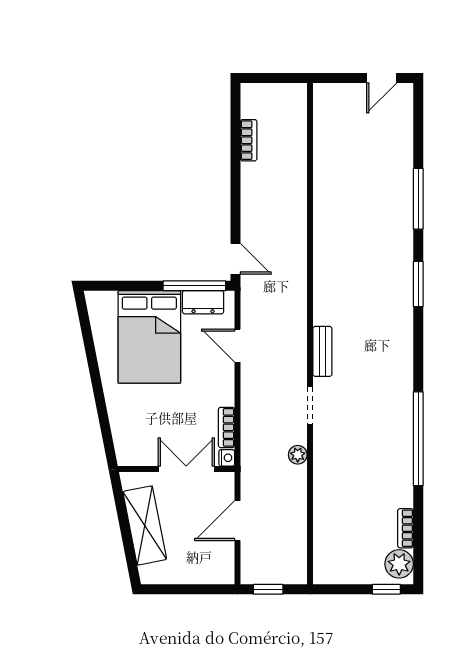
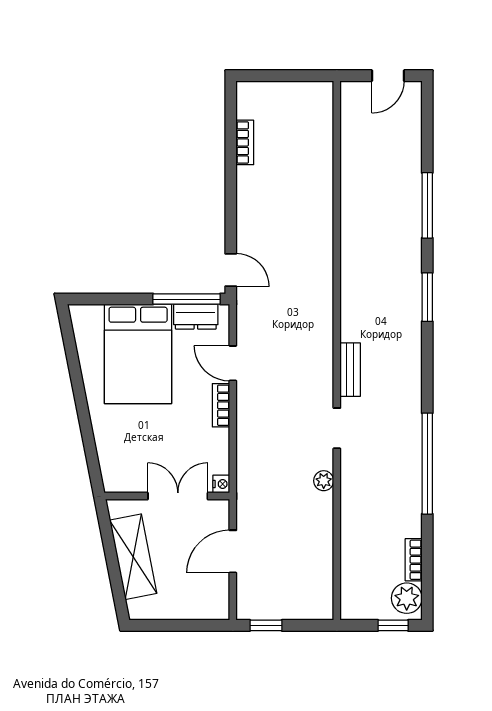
wall: (310, 334) -> (337, 350), moved
bench: (322, 351) -> (350, 370), moved
doorway: (310, 406) -> (337, 428), moved
bookcase: (226, 427) -> (221, 405), moved
plant: (298, 455) -> (324, 481), moved

